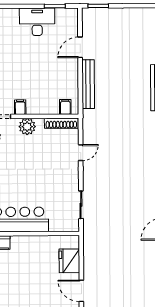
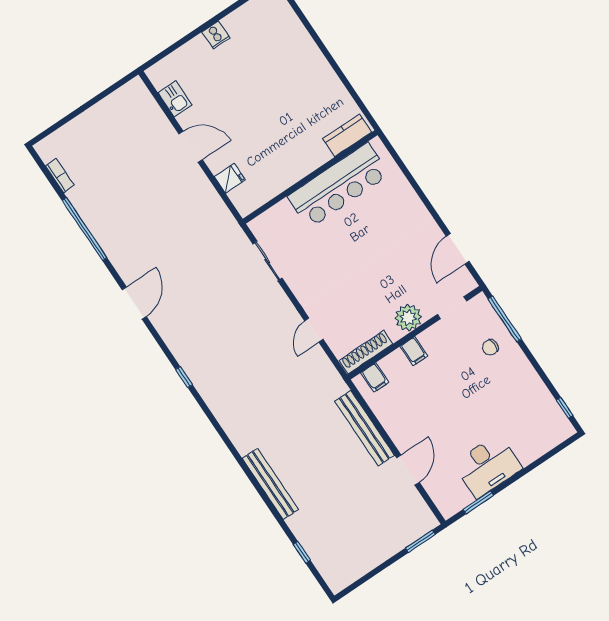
filing cabinet: (20, 107) -> (414, 351), moved
fridge: (69, 261) -> (230, 178), width x0.53, depth x0.75

